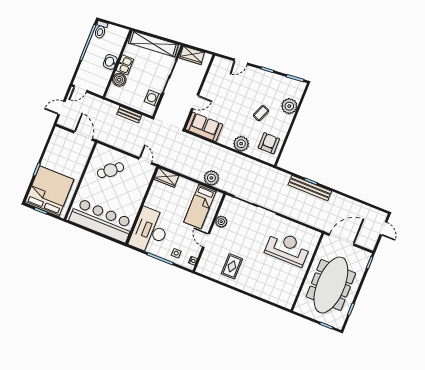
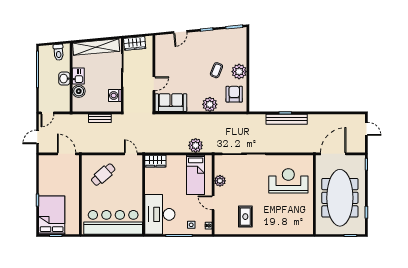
toilet: (101, 30) -> (58, 52), moved
plant: (289, 106) -> (239, 72), moved
bed: (49, 191) -> (52, 215), width x0.73

